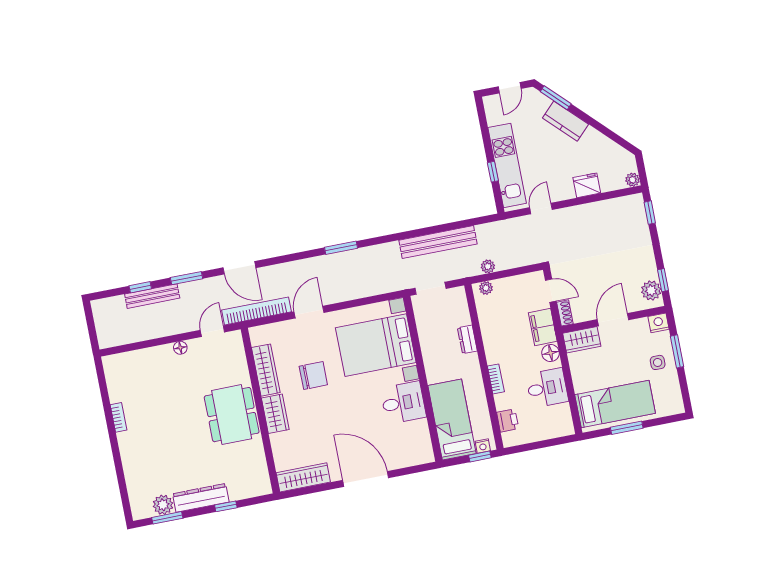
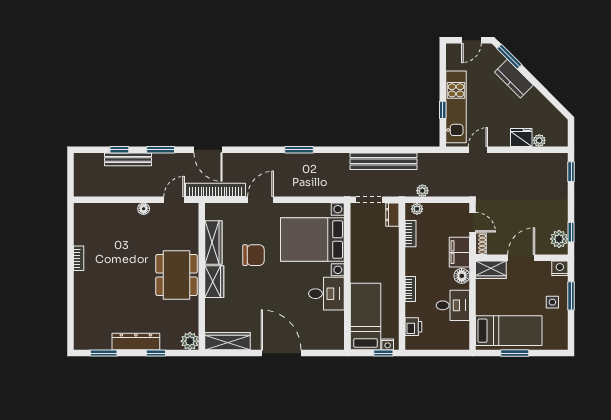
plant: (633, 180) -> (539, 140), moved
bookcase: (484, 317) -> (410, 234), added
dresser: (467, 339) -> (392, 215), moved
plant: (163, 505) -> (190, 341), moved

